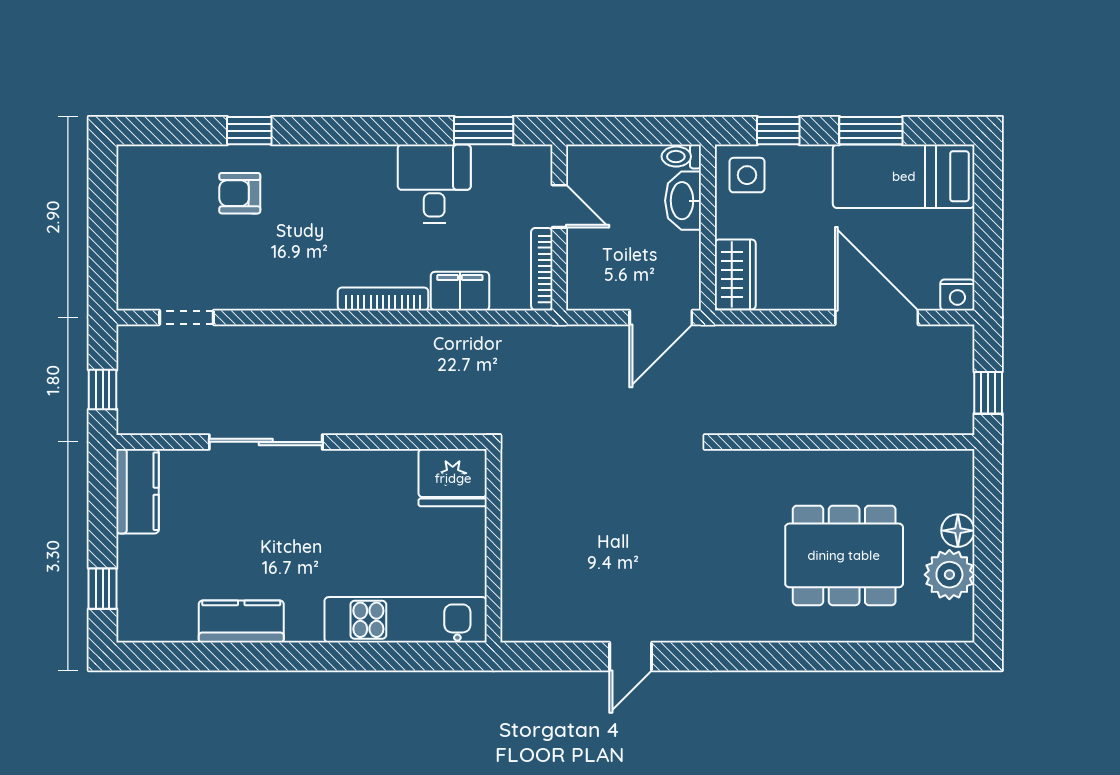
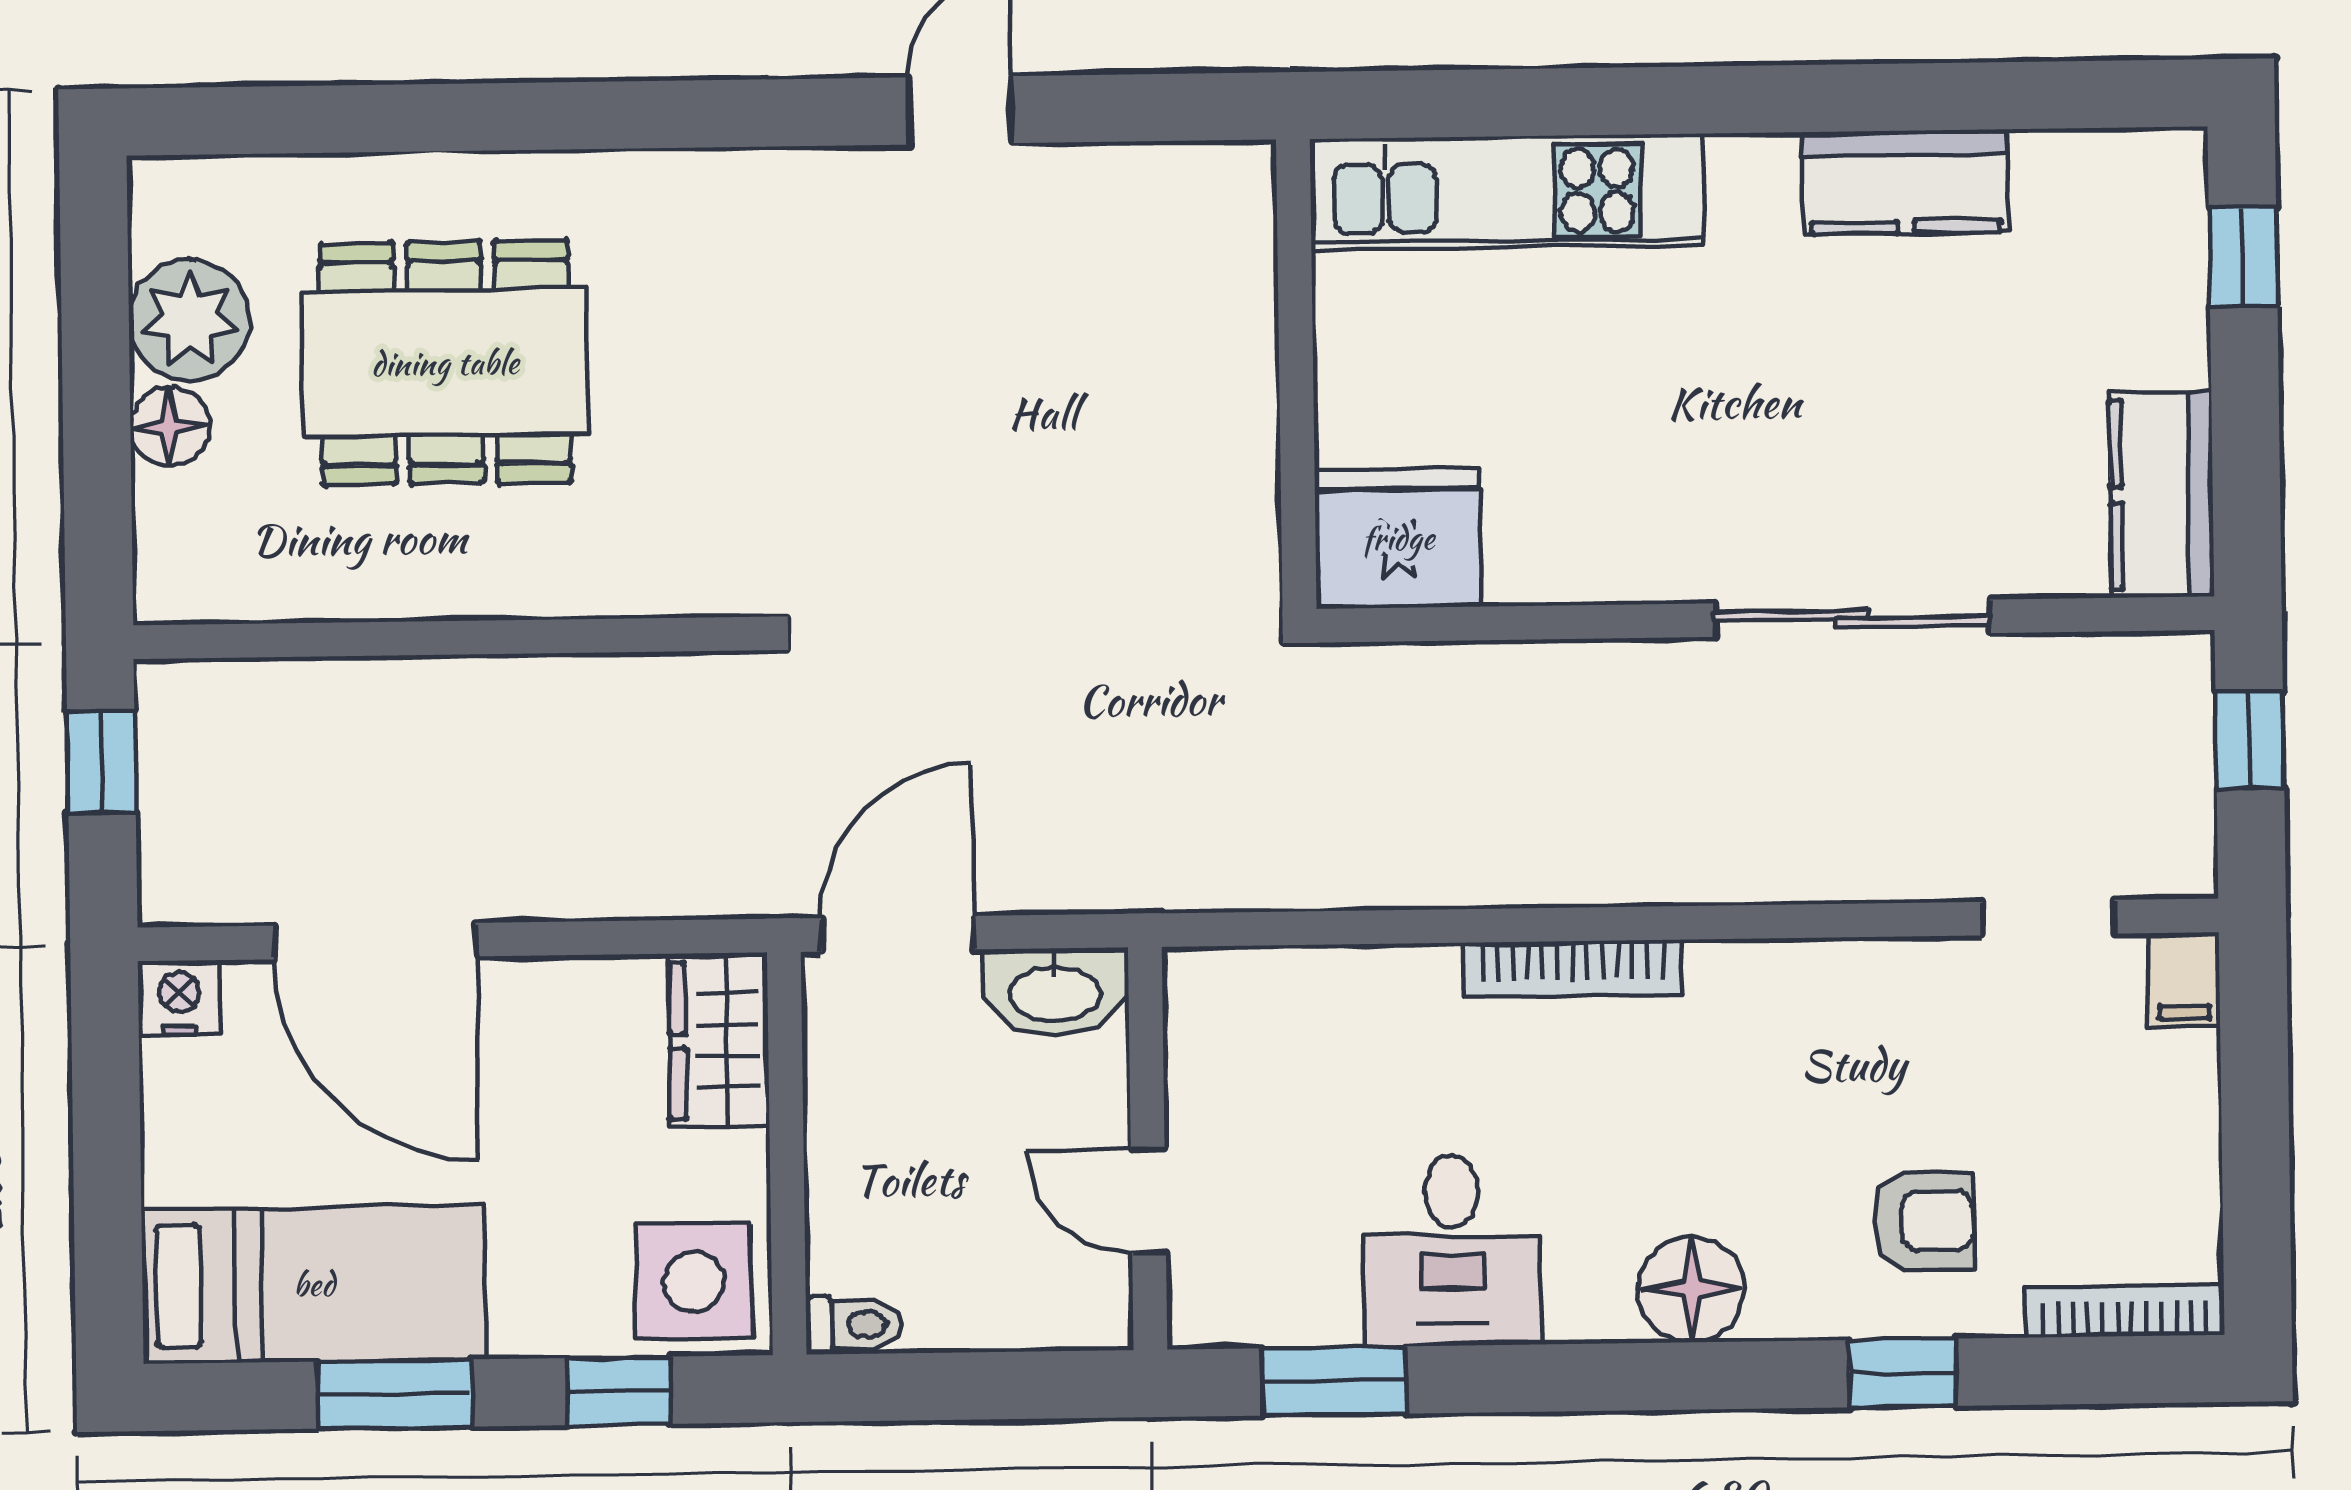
floor lamp: (336, 166) -> (1691, 1289), added
side table: (747, 175) -> (694, 1282), width x1.37, depth x1.37
washbasin: (683, 201) -> (1055, 992), moved, turned 90
bookcase: (542, 269) -> (2125, 1311), moved, turned -90
filing cabinet: (460, 291) -> (2184, 980), moved, width x0.50

